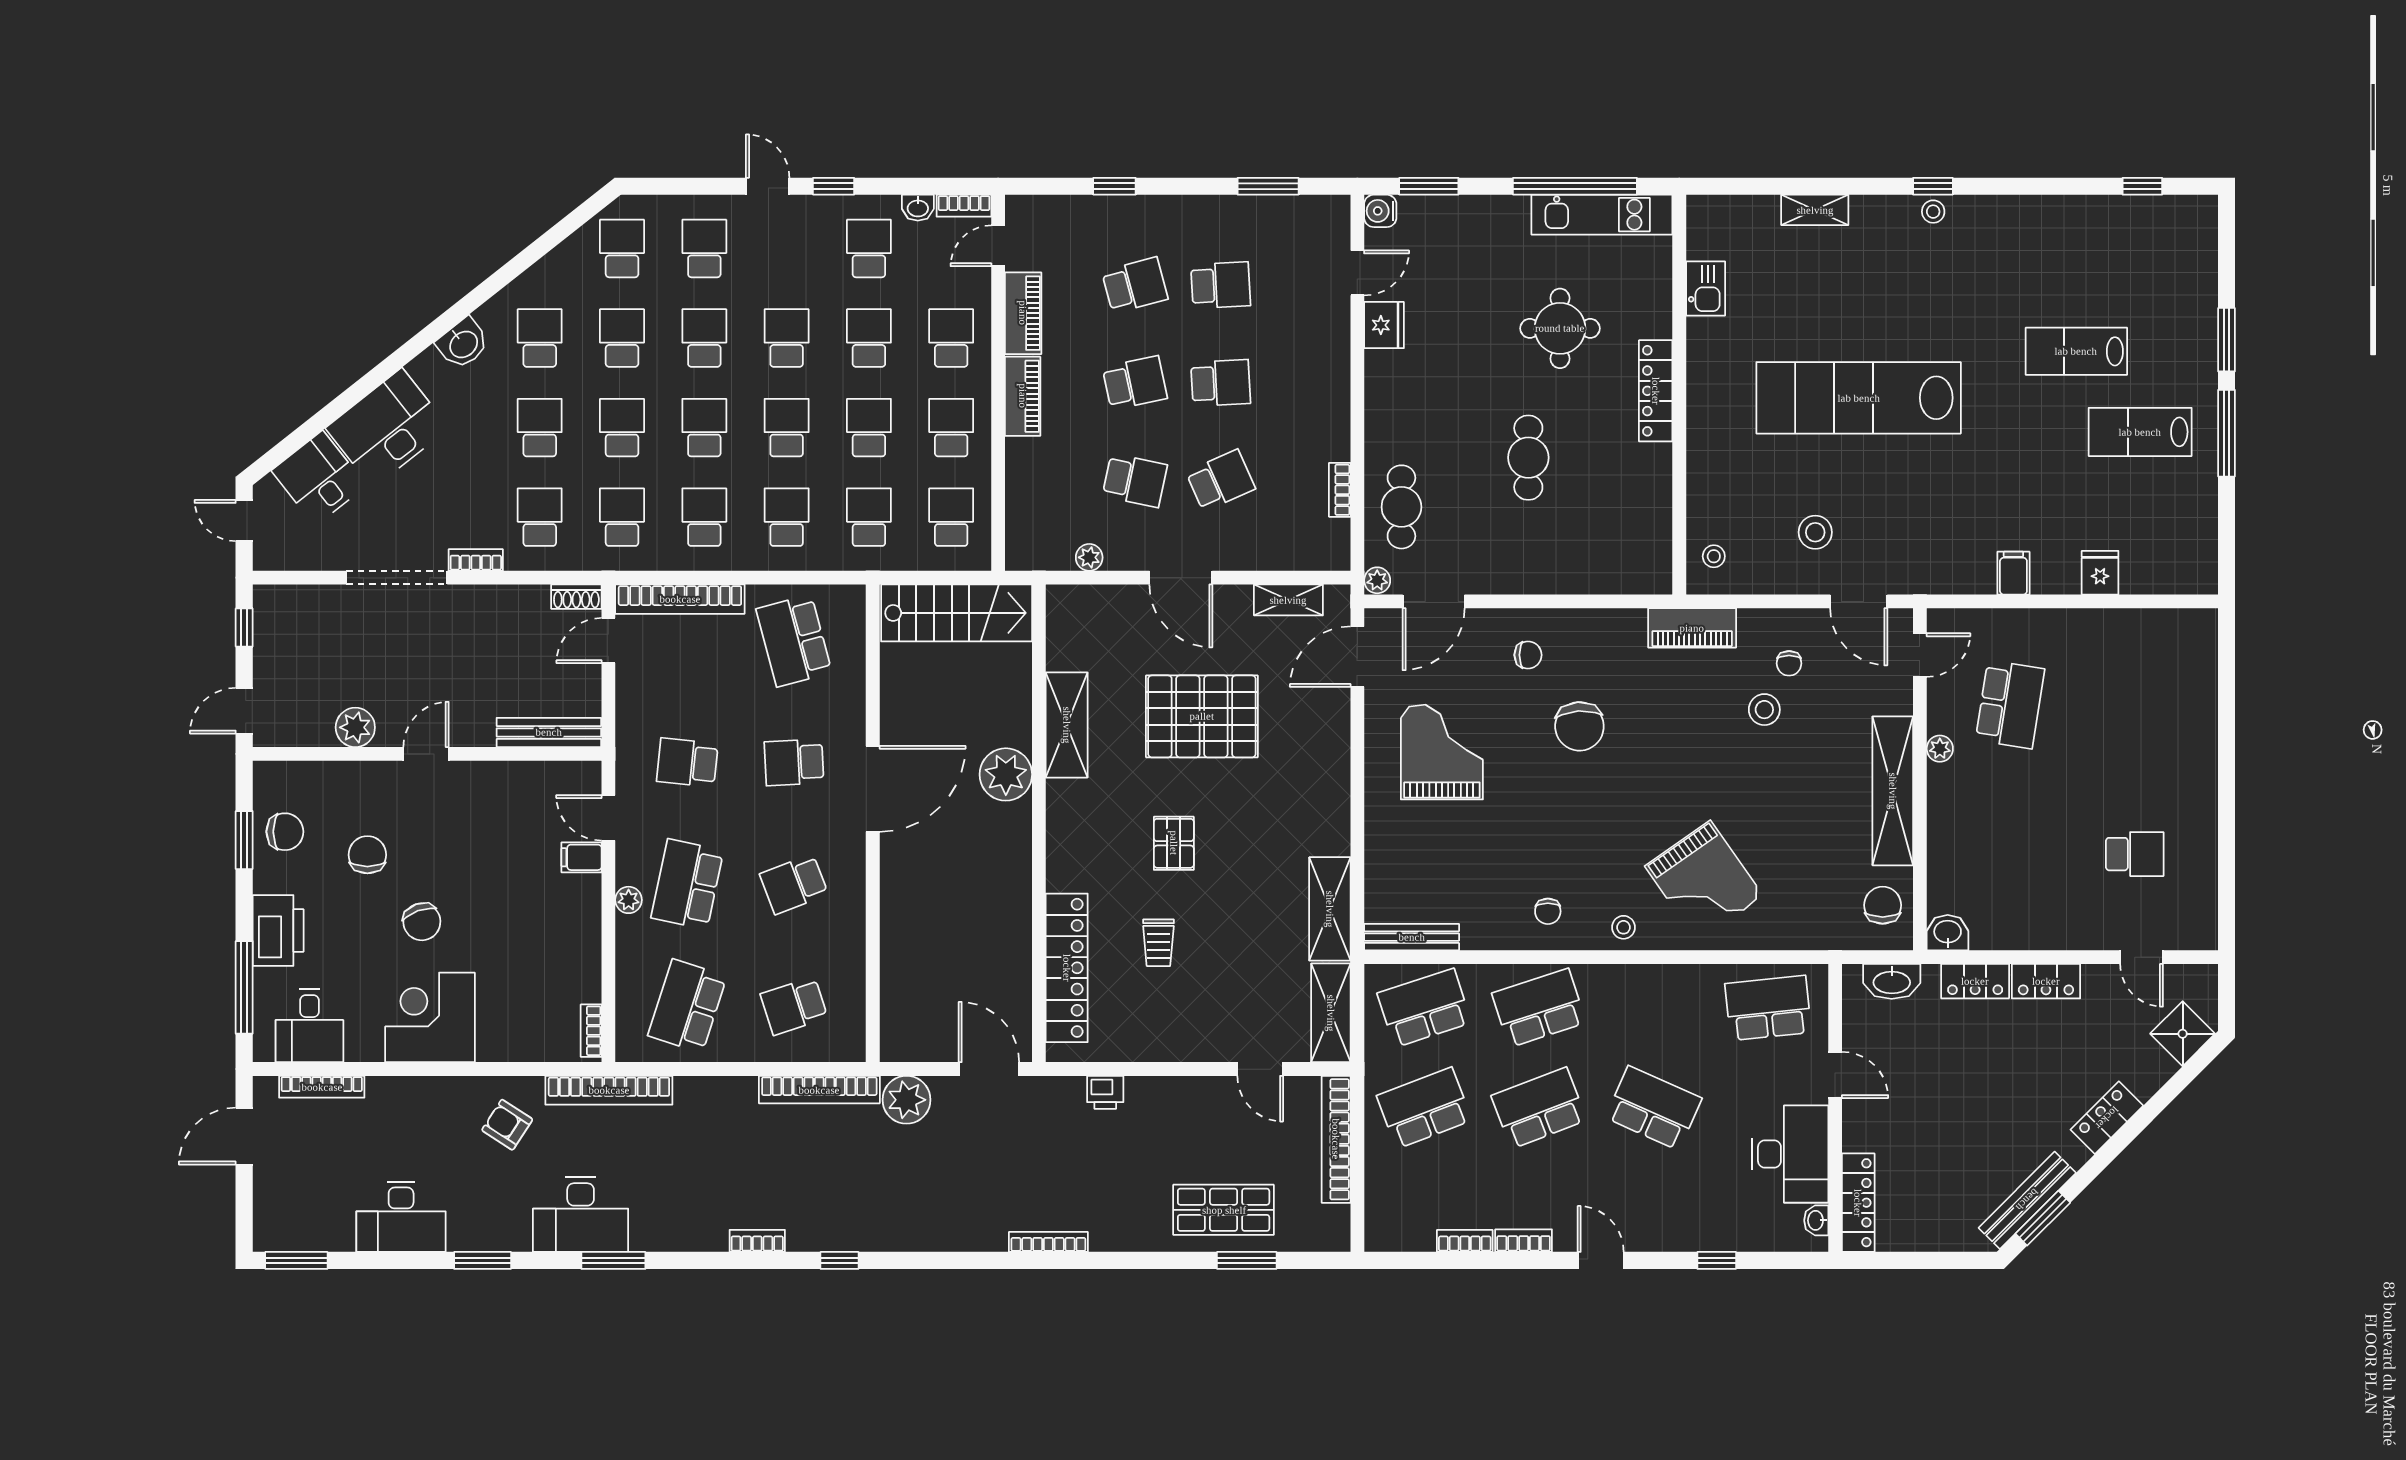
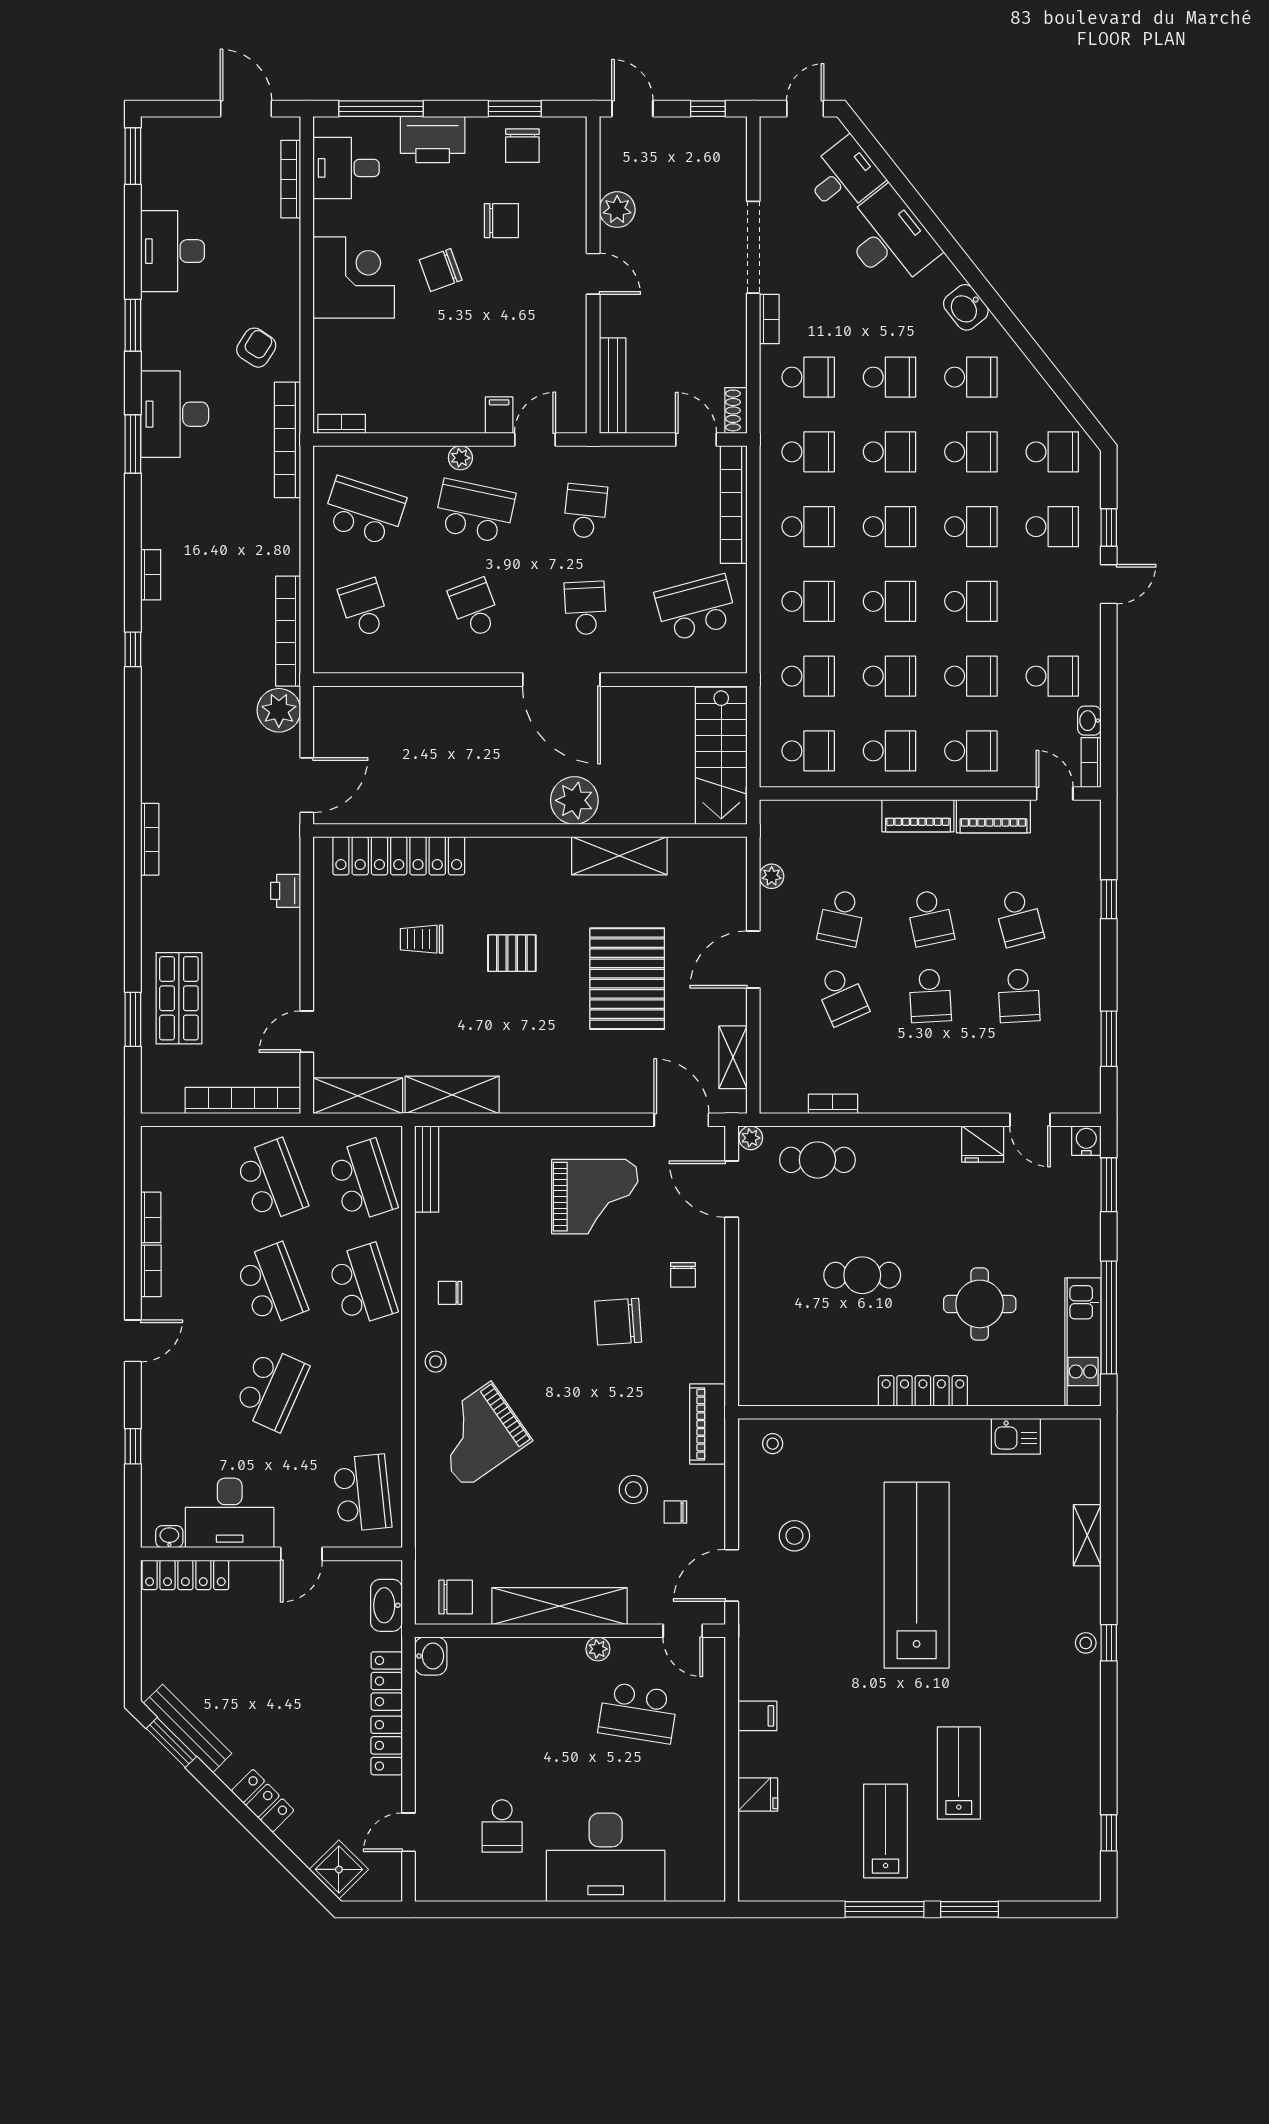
window: (834, 186) -> (1109, 527), moved
desk: (2169, 740) -> (606, 1857), added

